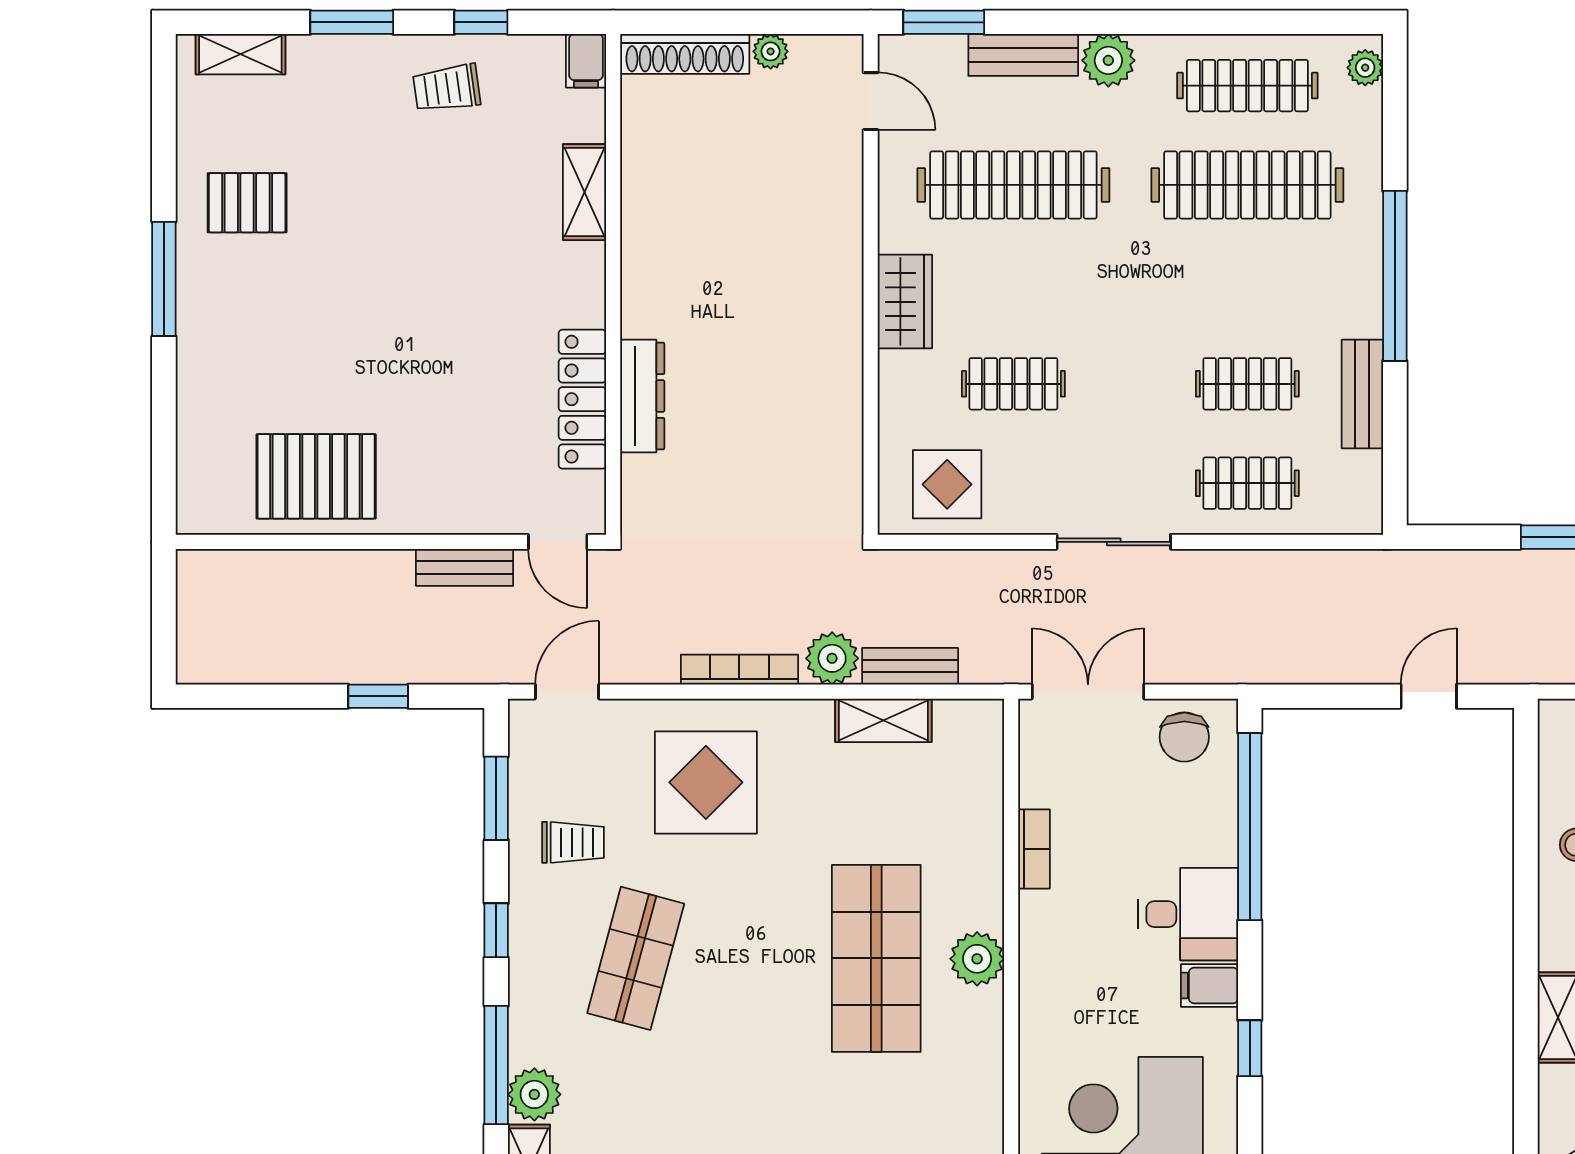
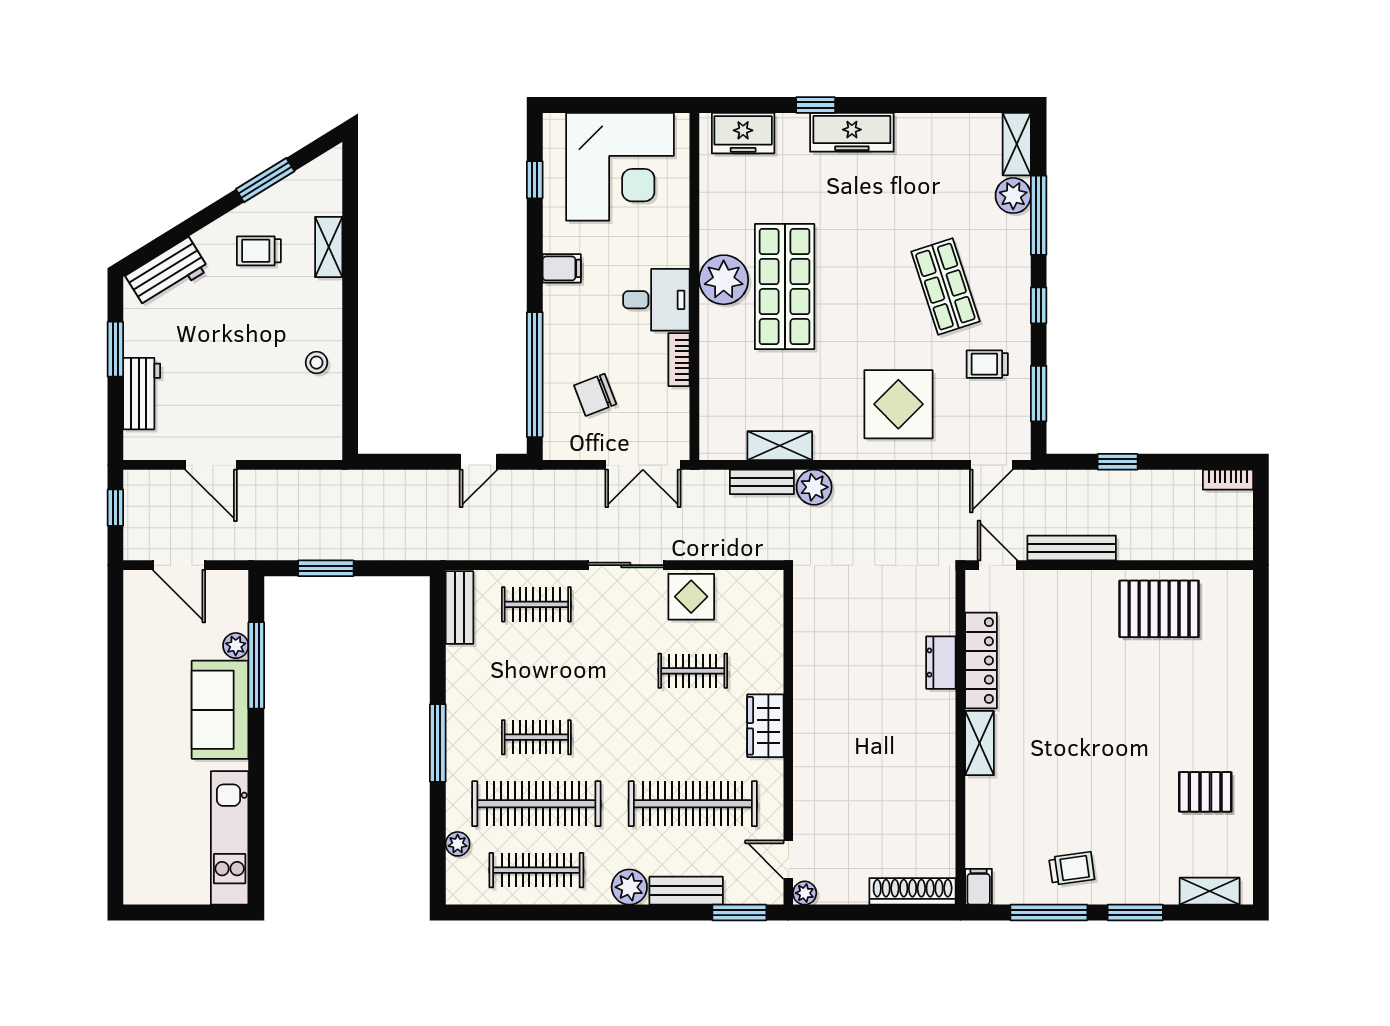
window: (481, 22) -> (1049, 912), width x2.17
plant: (771, 51) -> (805, 893), moved
plant: (1365, 68) -> (458, 844), moved
shelving: (585, 192) -> (980, 743), moved
window: (1395, 276) -> (438, 743), width x0.68
window: (164, 279) -> (1261, 741), removed
clothes rail: (1247, 384) -> (536, 737), moved
bench: (1362, 394) -> (459, 607), moved
dresser: (642, 396) -> (941, 663), width x0.70
display table: (947, 484) -> (691, 597), moved
bench: (465, 567) -> (1072, 548), width x1.36
bookcase: (739, 670) -> (1228, 480), moved, width x0.64
door: (1429, 696) -> (479, 462), moved
chair: (1184, 737) -> (595, 395), moved, turned -111
desk: (1188, 914) -> (656, 300), moved, turned 180
shop shelf: (636, 958) -> (945, 287), turned -33
plant: (977, 959) -> (724, 280), width x1.36, depth x1.36
window: (1250, 1048) -> (535, 180), moved

